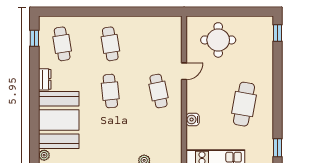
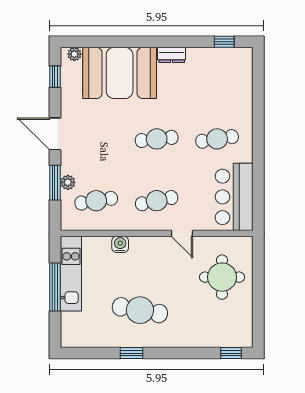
bar counter: (156, 31) -> (234, 197), added
cafe table: (62, 44) -> (96, 201), moved
window: (277, 148) -> (131, 353), moved

